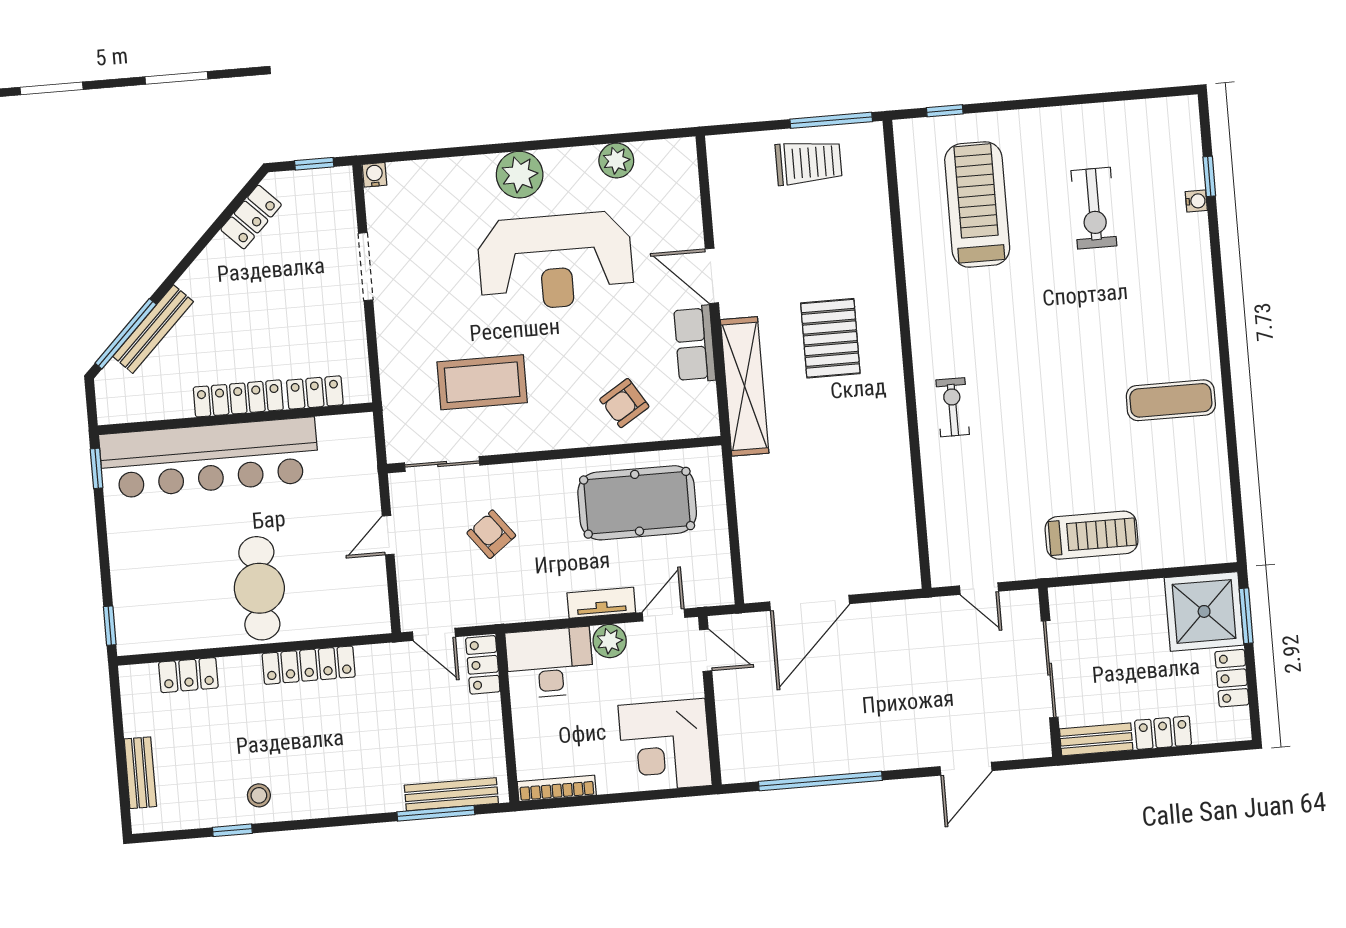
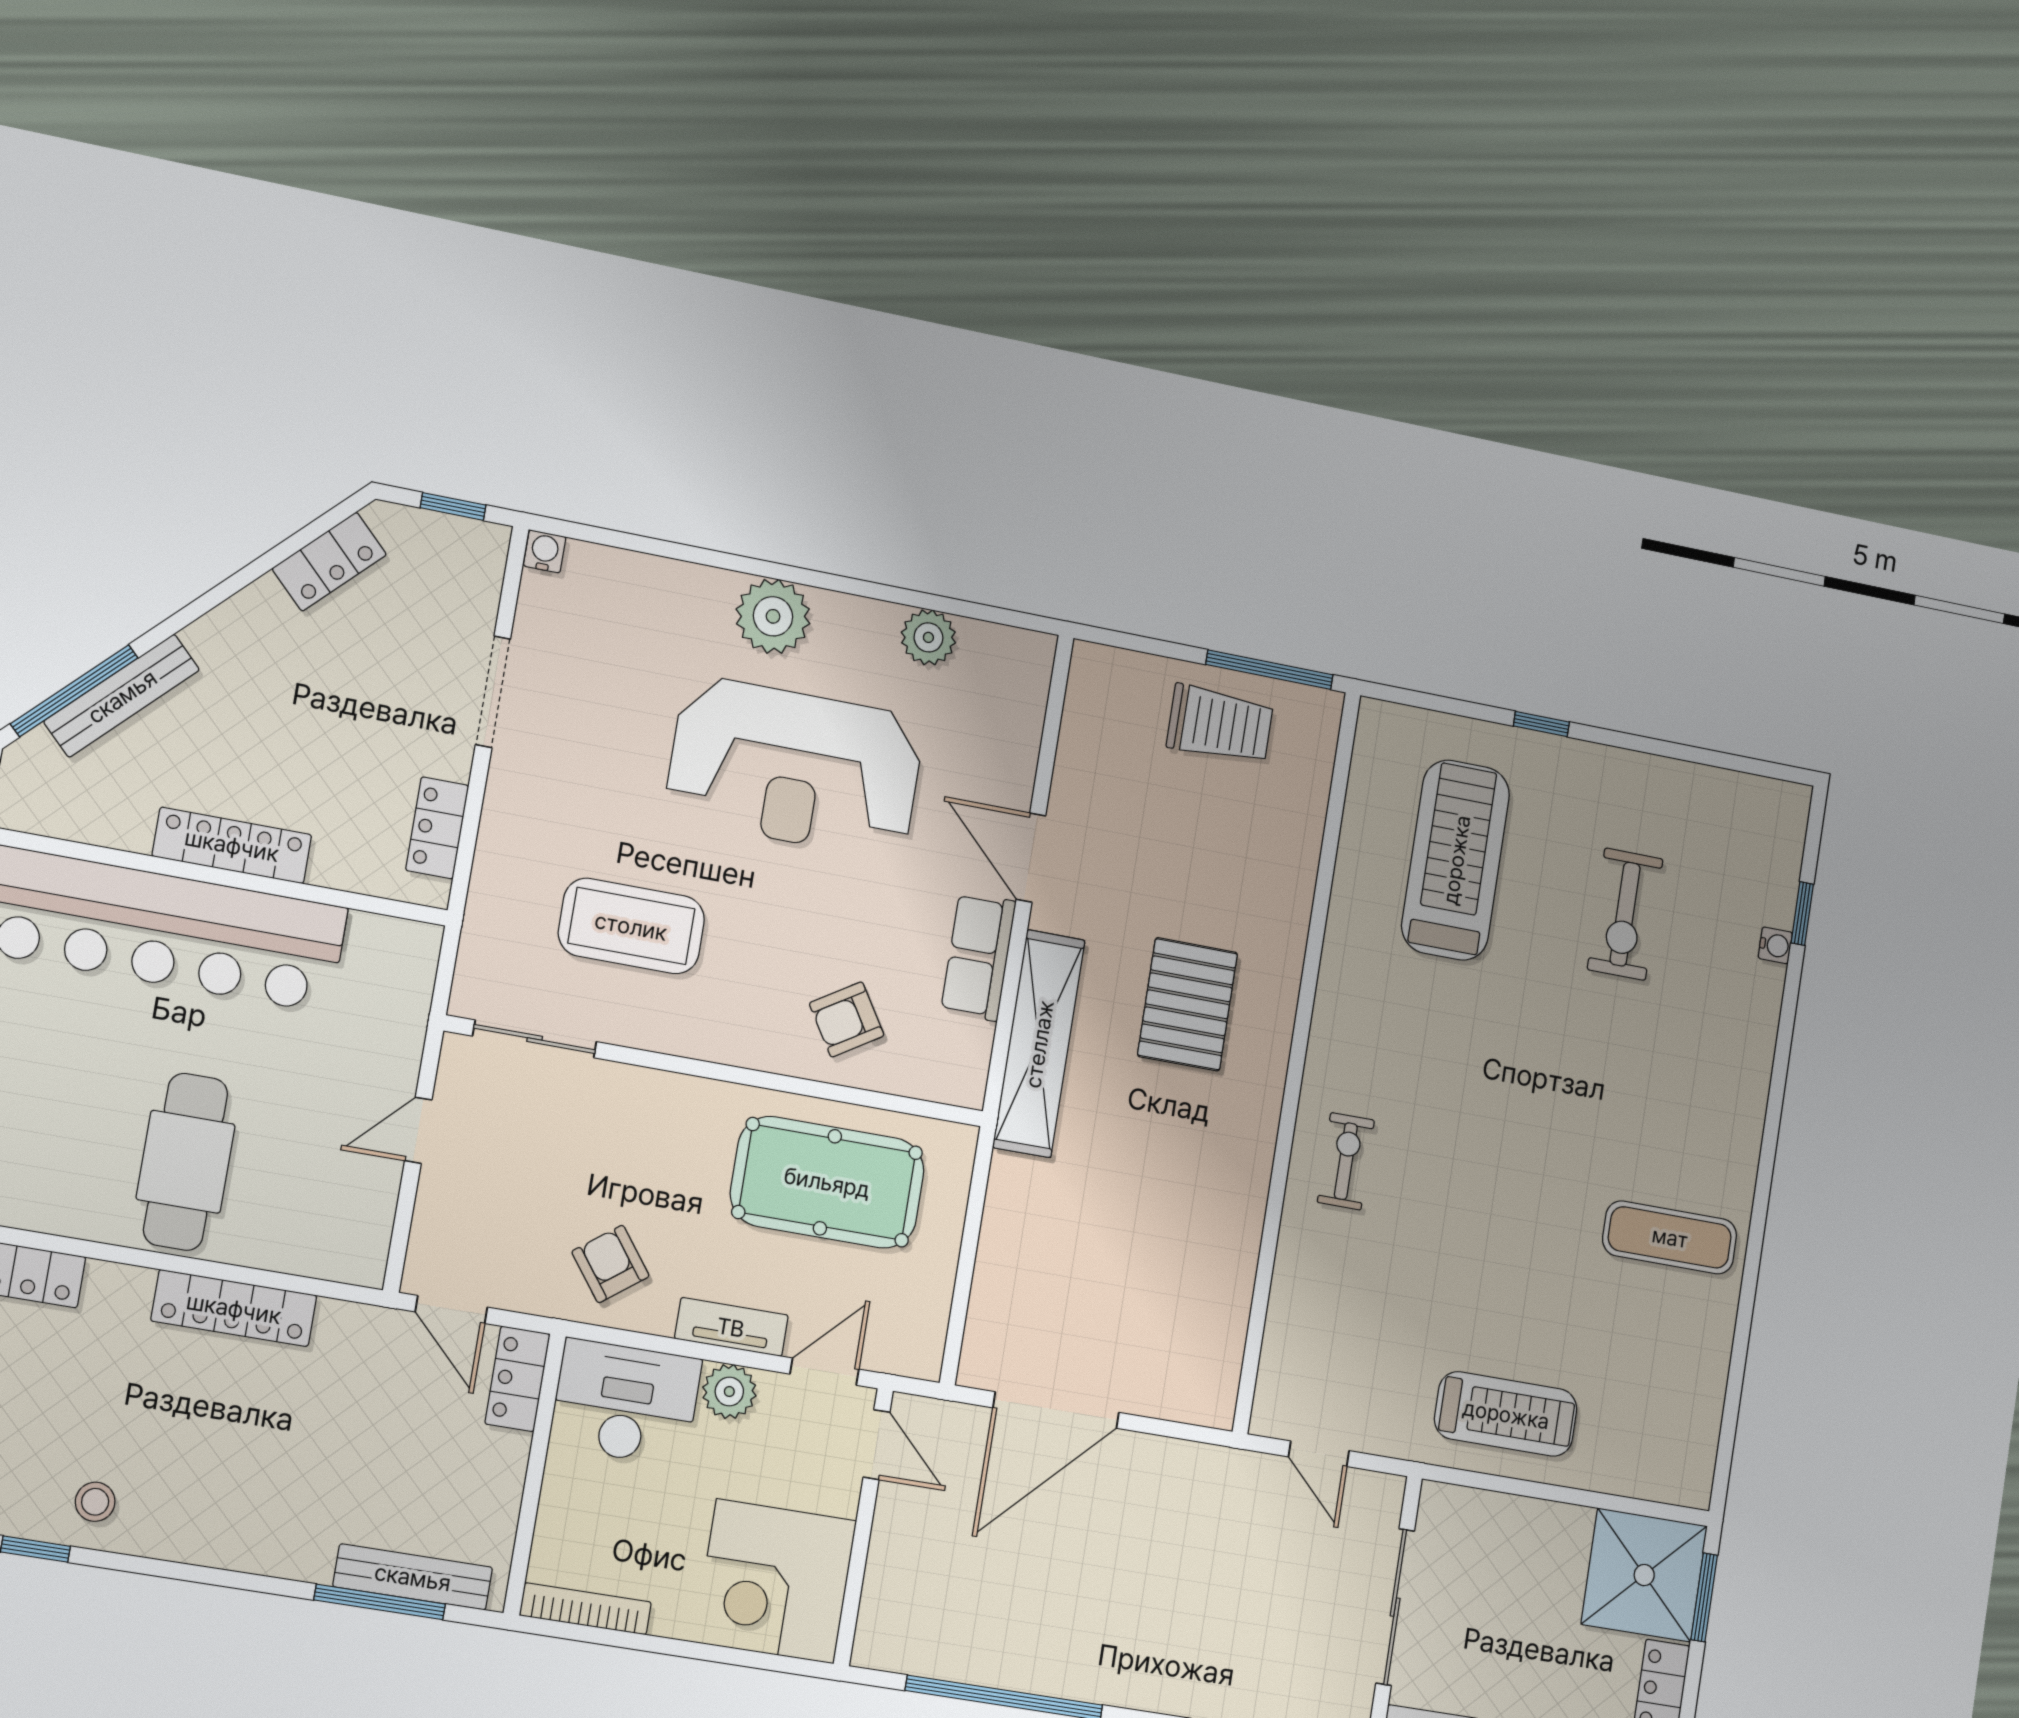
window: (945, 111) -> (1541, 724), moved
locker: (315, 392) -> (437, 828), moved, turned -90
armchair: (491, 534) -> (610, 1264), moved

